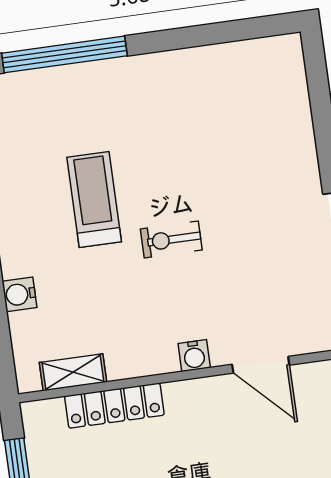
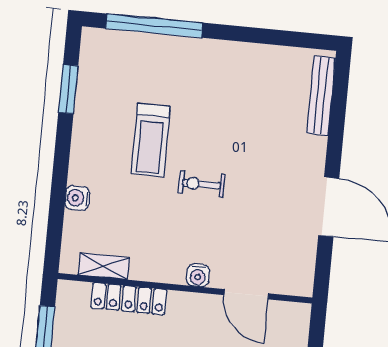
bench: (295, 92) -> (321, 96), added
treadmill: (94, 199) -> (151, 140), turned 180

